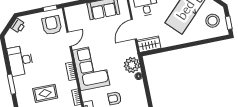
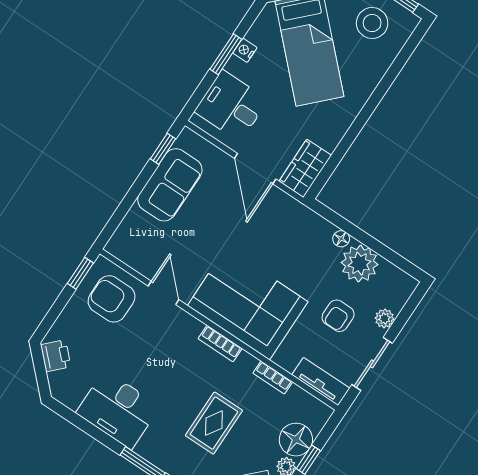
plant: (132, 65) -> (359, 264), moved

